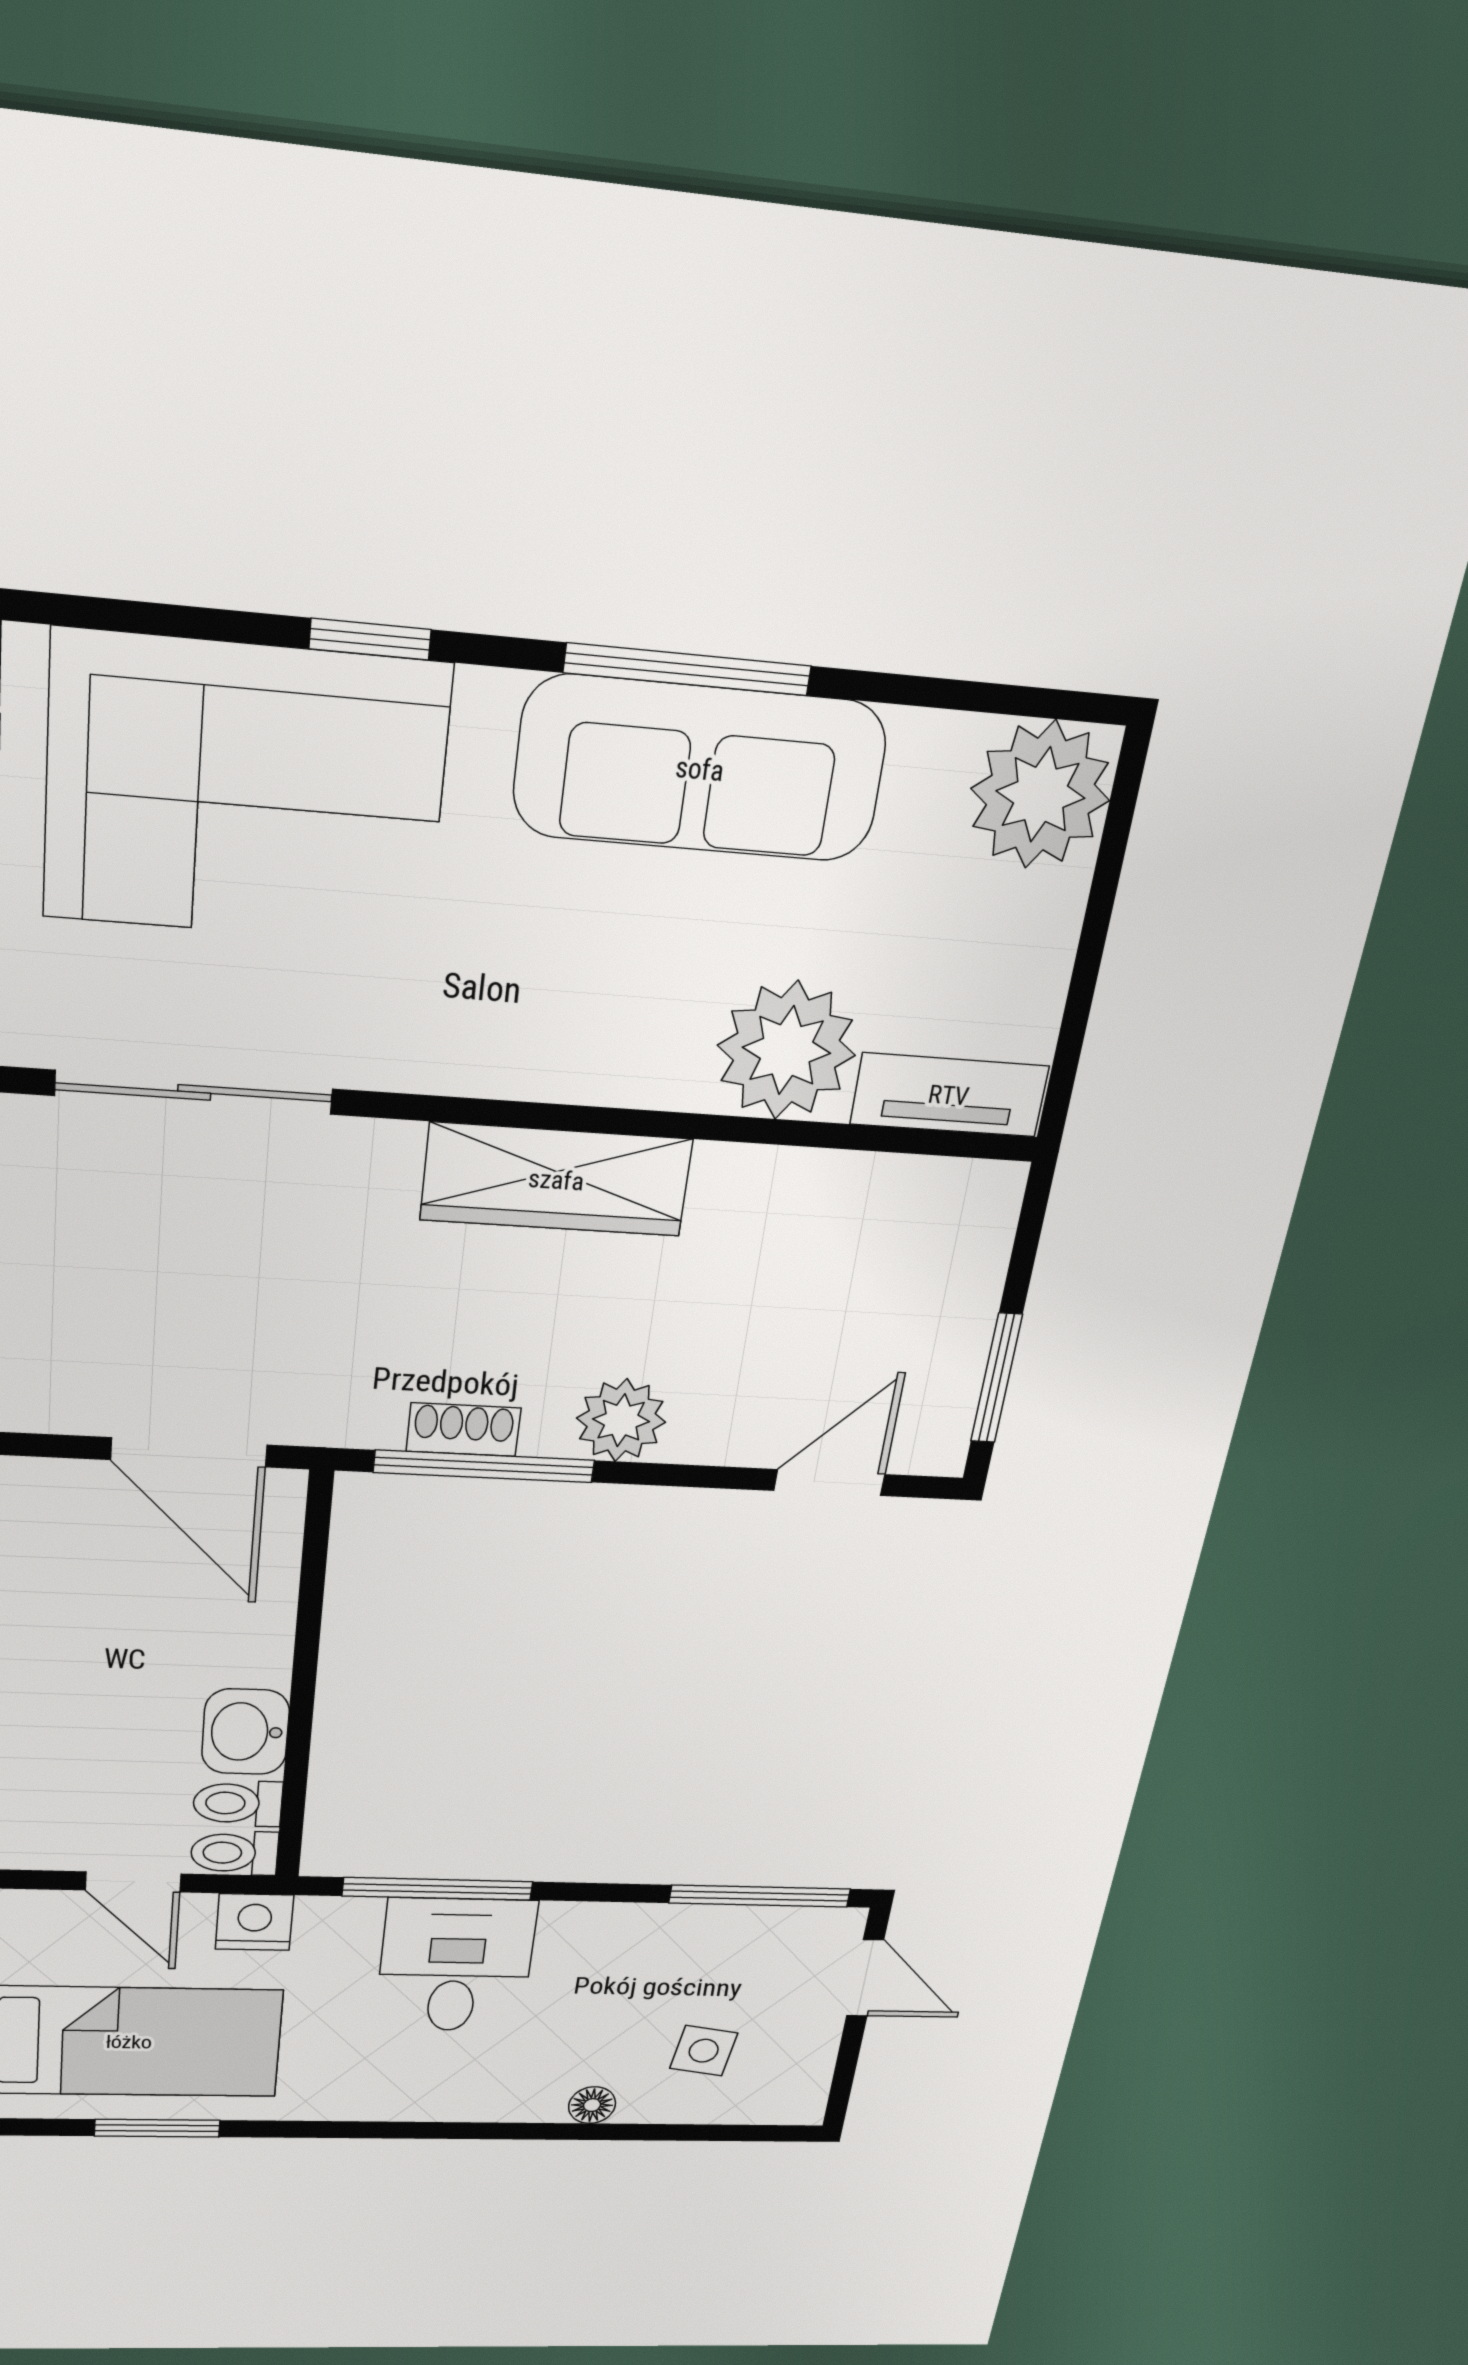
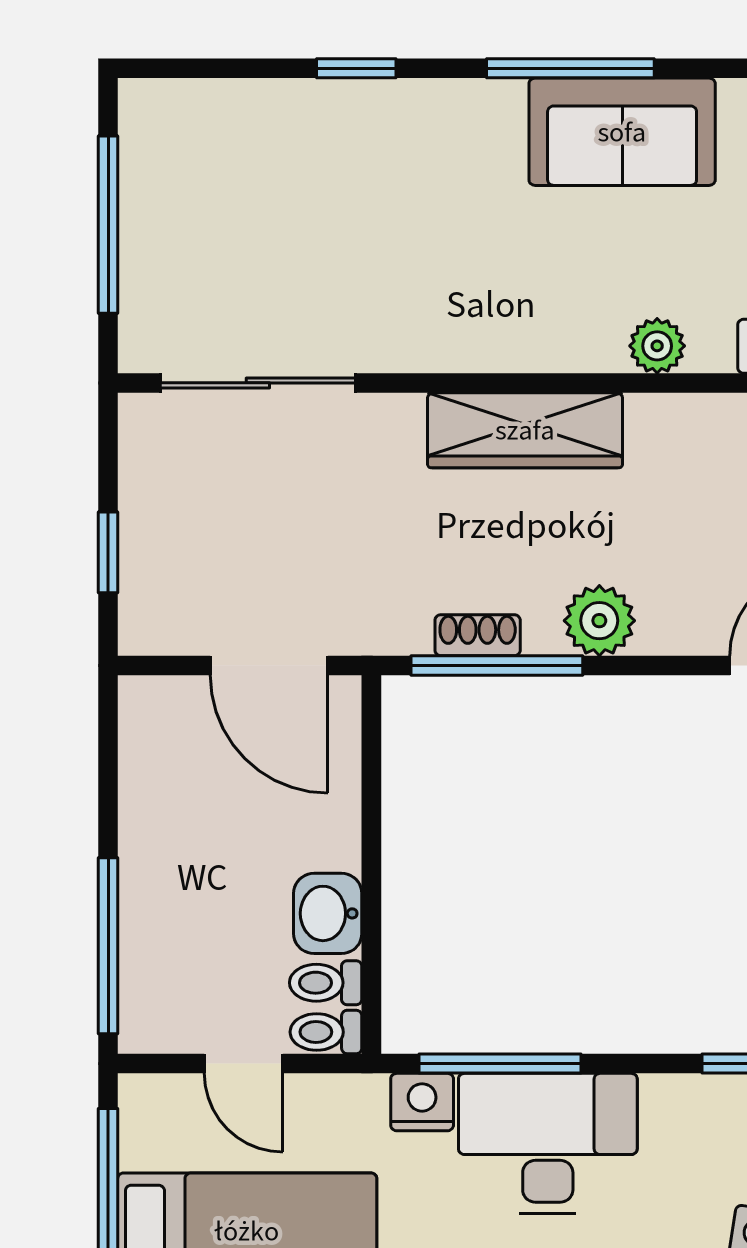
sofa: (700, 769) -> (622, 132), width x0.73
corner sofa: (246, 791) -> (281, 172), removed
plant: (786, 1050) -> (657, 346), width x0.53, depth x0.53
nightstand: (254, 1922) -> (422, 1102), moved
desk: (456, 1965) -> (548, 1143), width x1.37

